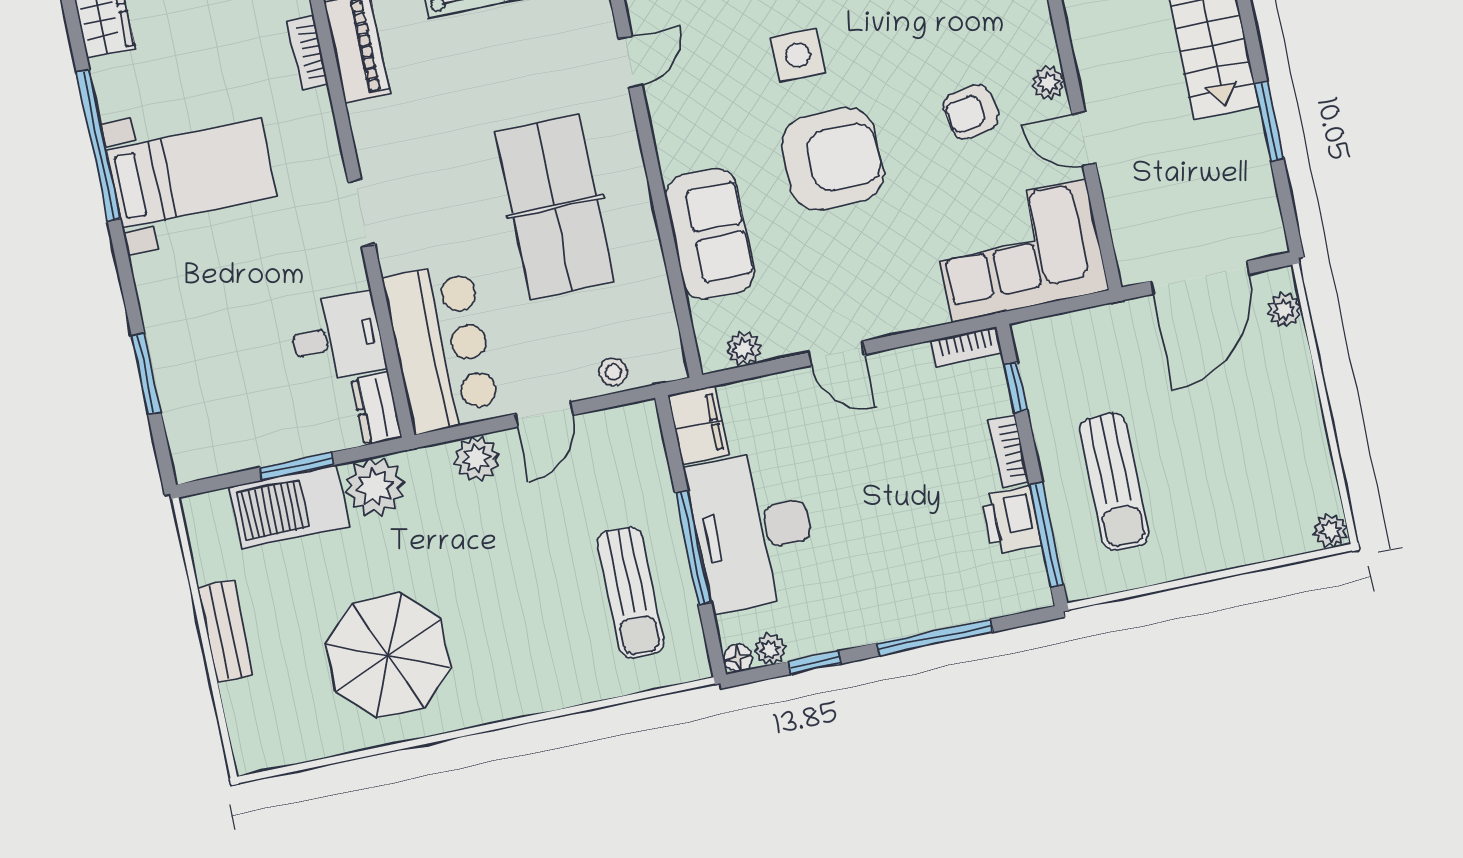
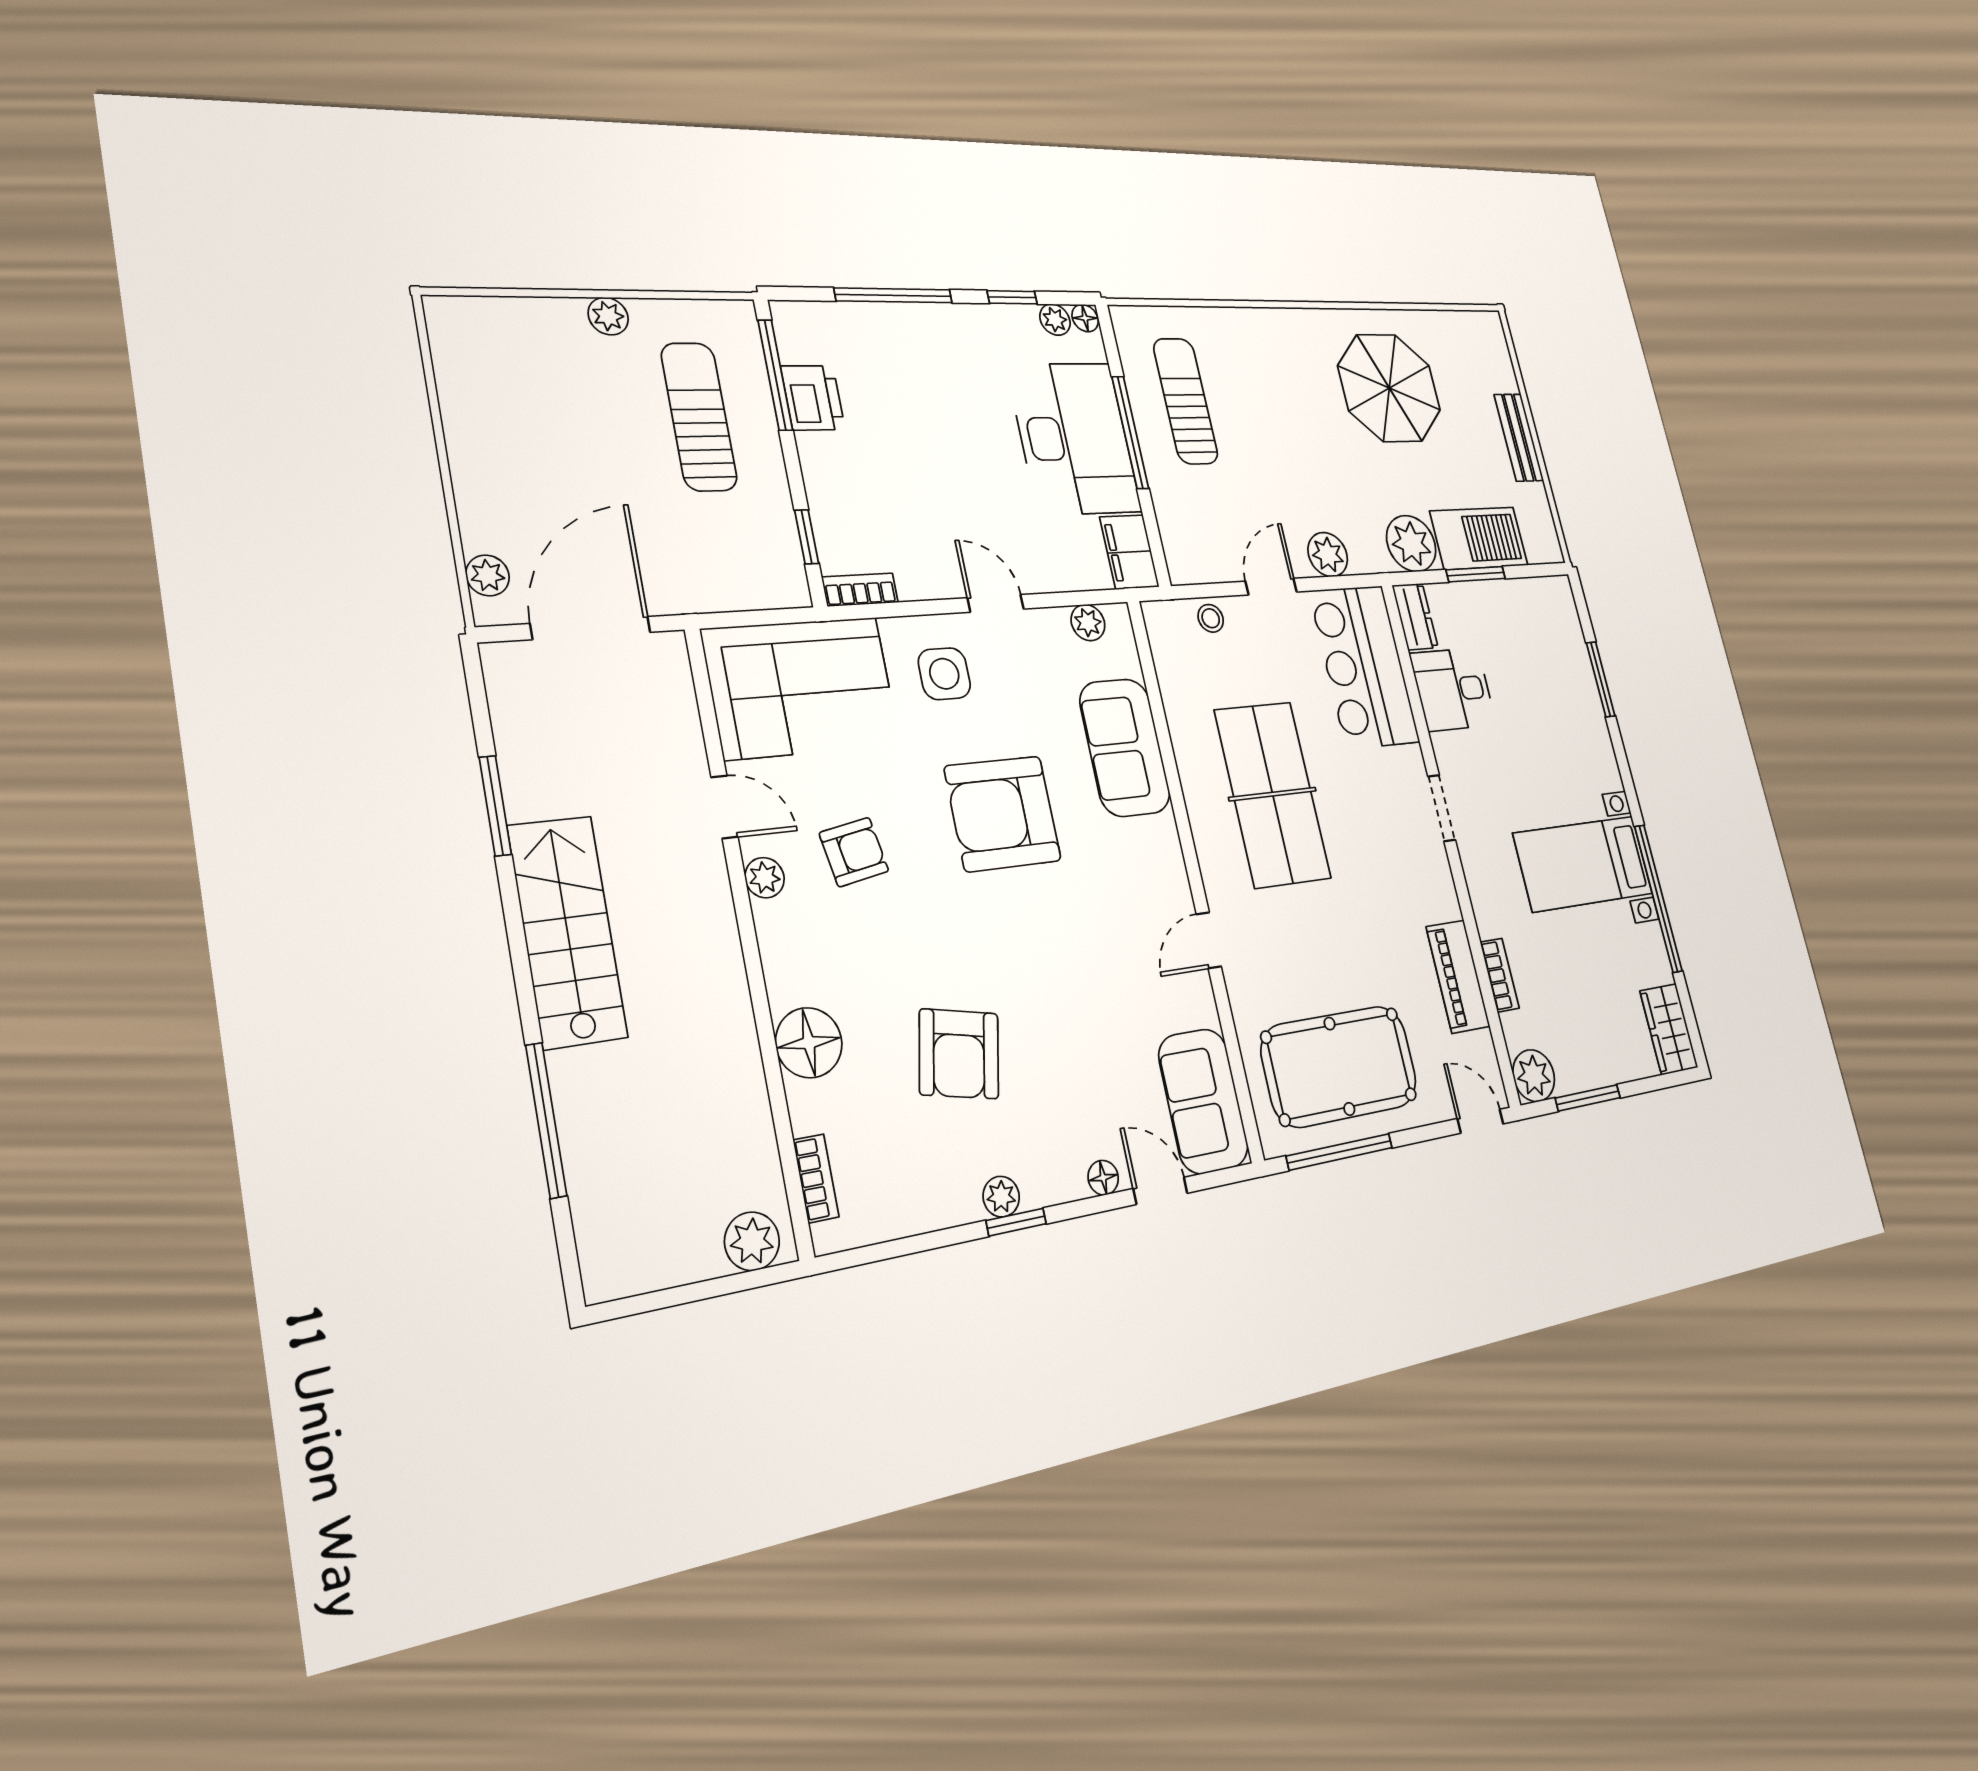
side table: (798, 55) -> (944, 674), moved
bookcase: (1009, 451) -> (815, 470), removed
plant: (1331, 531) -> (608, 316), moved

